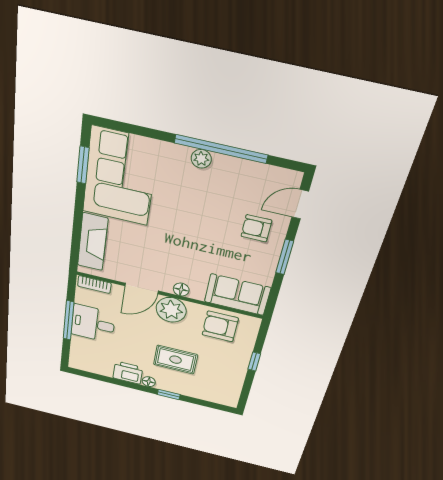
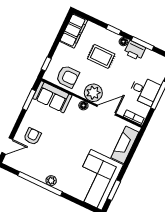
armchair: (256, 228) -> (32, 136), turned -90
window: (285, 257) -> (29, 100), moved
window: (254, 361) -> (46, 64), moved
window: (120, 382) -> (143, 43), added
filing cabinet: (229, 387) -> (74, 31), added

